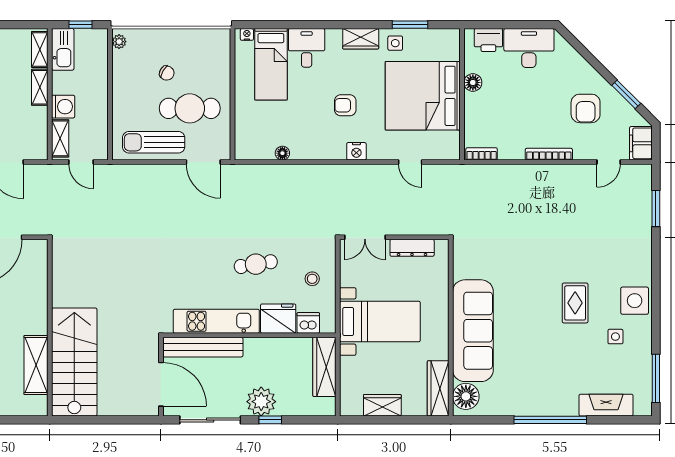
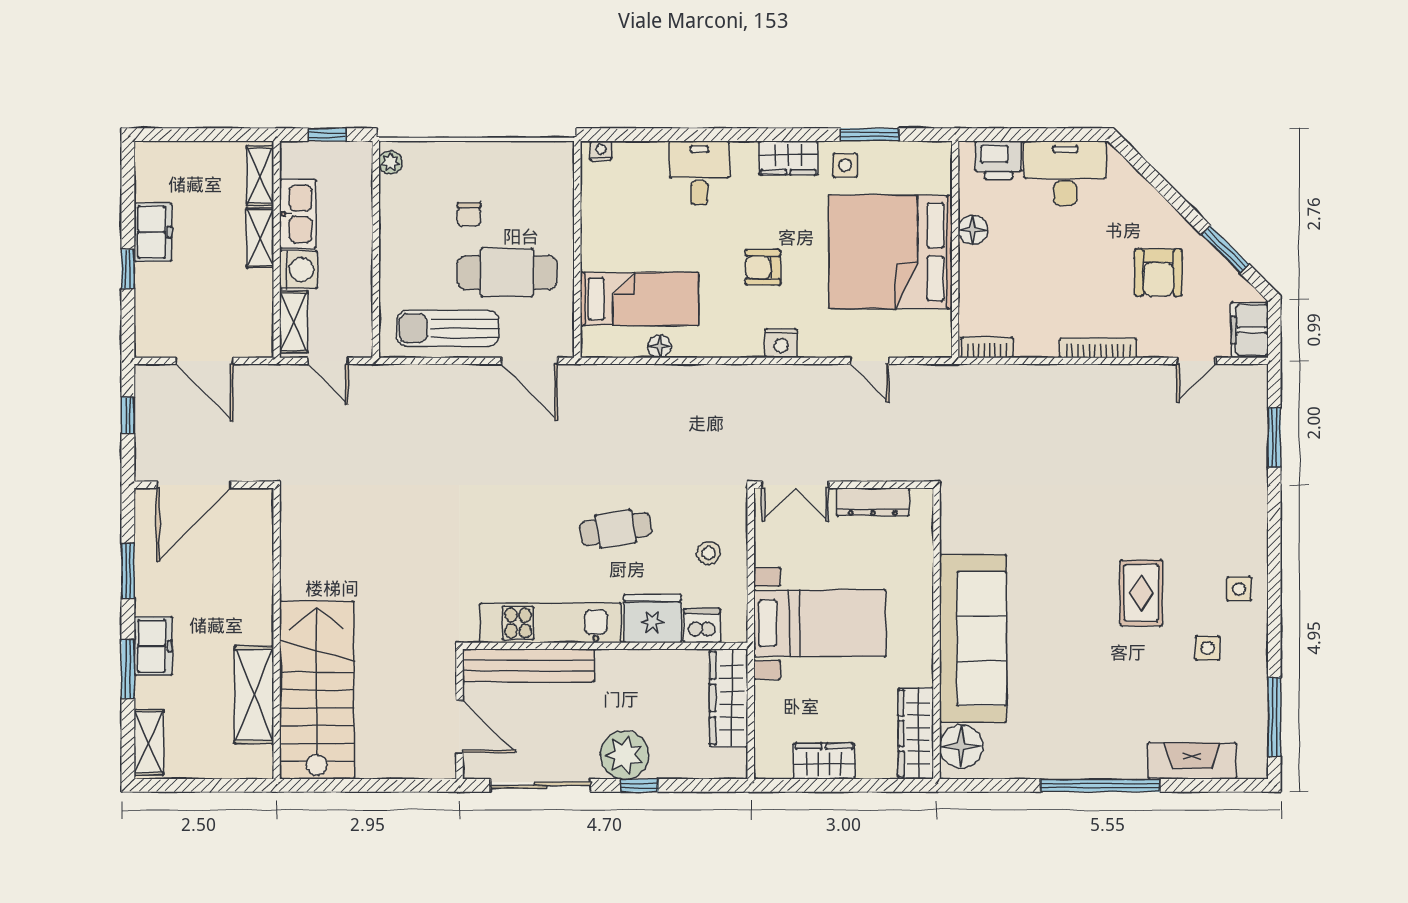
kitchen sink: (63, 49) -> (298, 214), moved
bed: (271, 64) -> (639, 299), moved, turned -90
chair: (167, 73) -> (469, 214), turned 60
side table: (635, 301) -> (1239, 589), width x0.54, depth x0.54
door: (161, 384) -> (459, 727), width x0.73

